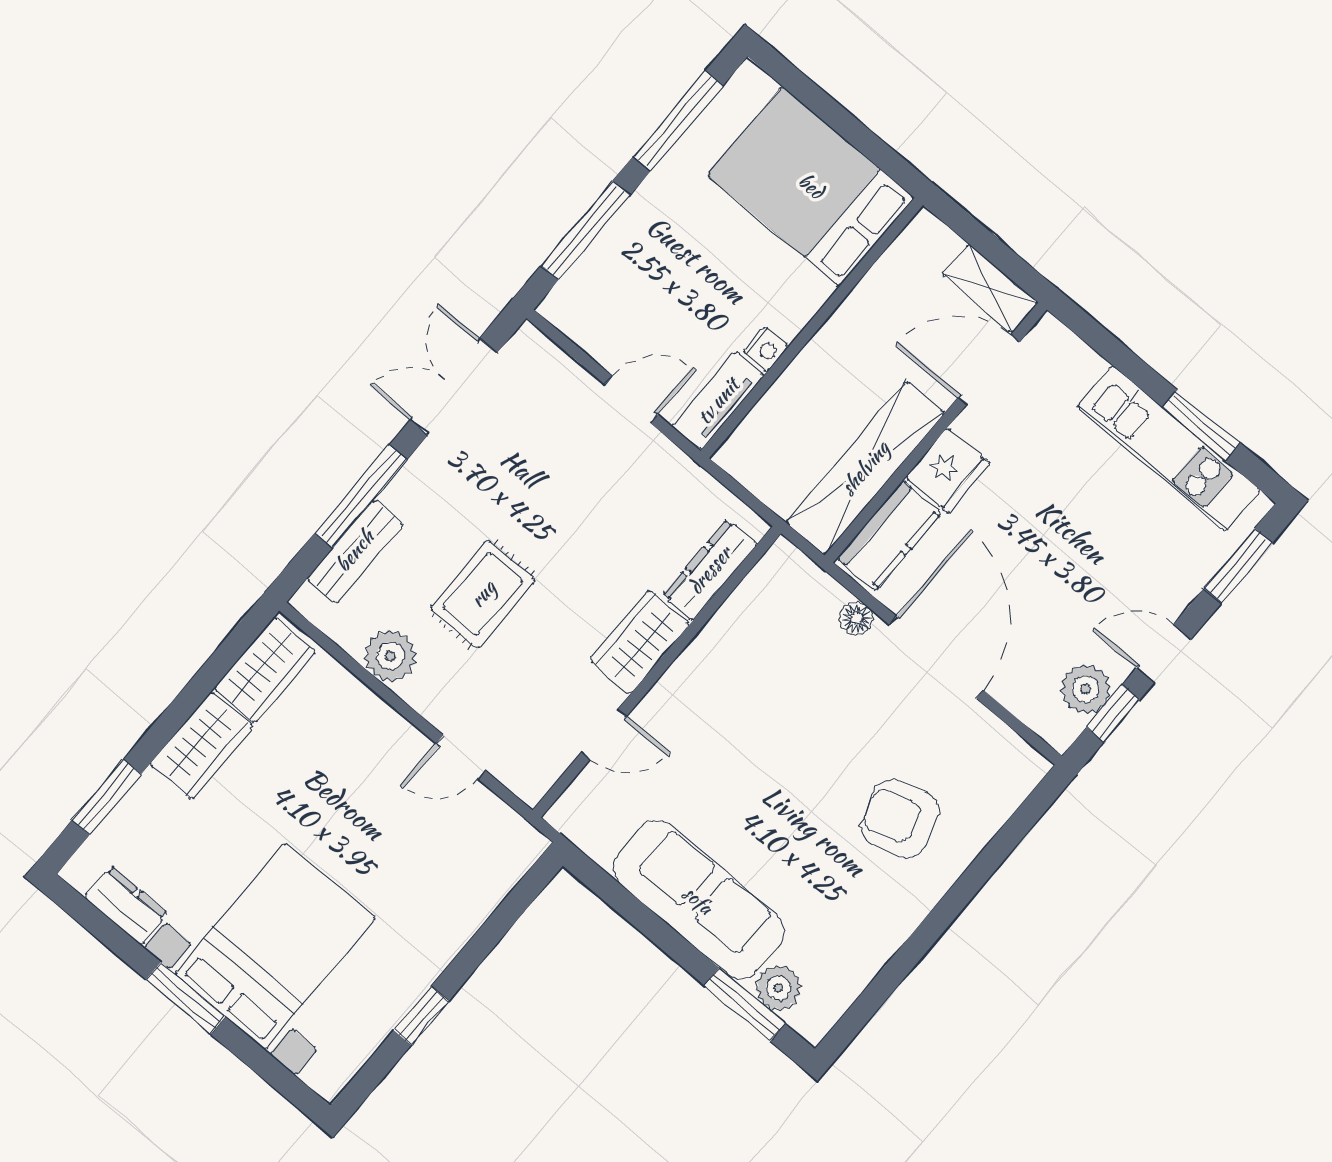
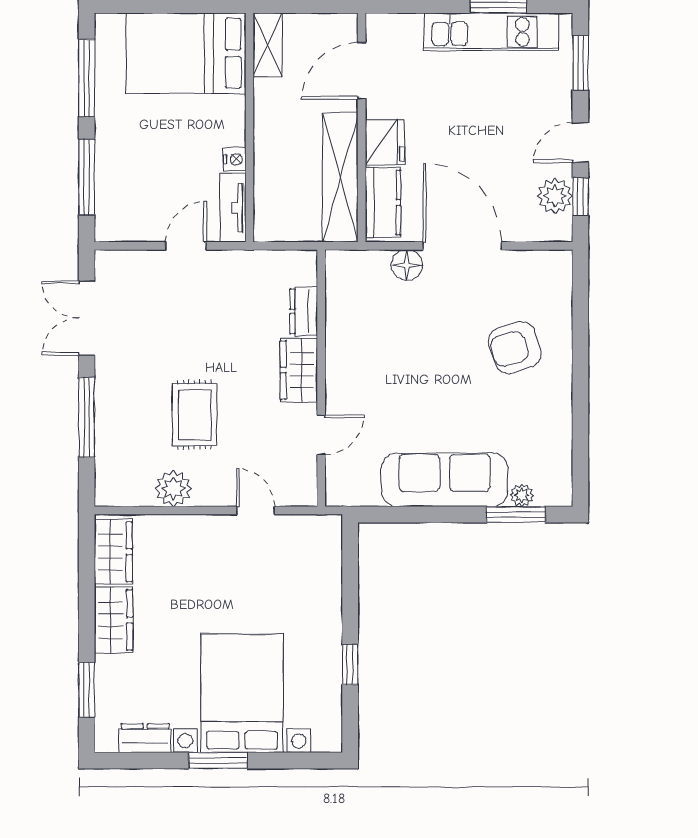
shelving: (990, 289) -> (268, 45), moved, turned 90
bench: (355, 551) -> (108, 449), removed
dresser: (710, 570) -> (304, 311), width x0.70
floor lamp: (857, 618) -> (407, 265), width x1.37, depth x1.37
door: (461, 757) -> (256, 510), swing flipped
plant: (778, 988) -> (522, 495), width x0.73, depth x0.73

